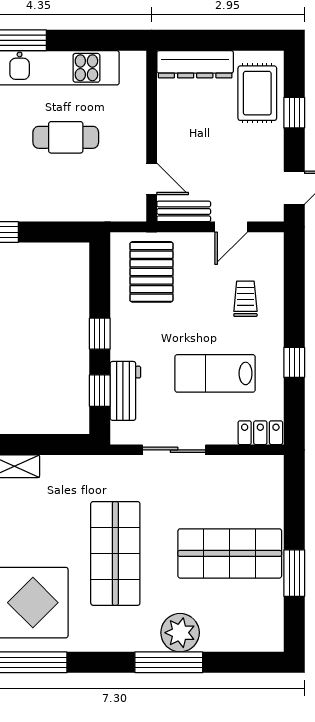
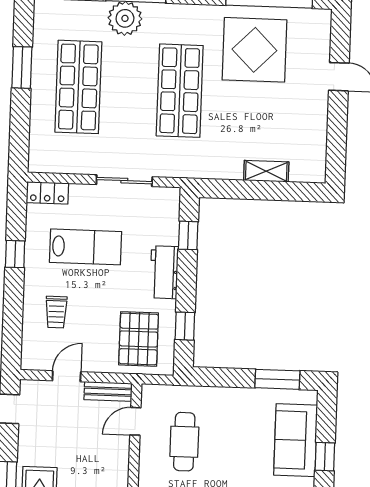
cafe table: (66, 137) -> (184, 442), moved, turned 90
door: (152, 179) -> (135, 421), hinge flipped
window: (100, 334) -> (185, 326), moved
workbench: (125, 391) -> (164, 272), moved
shop shelf: (230, 553) -> (78, 87), turned 90

